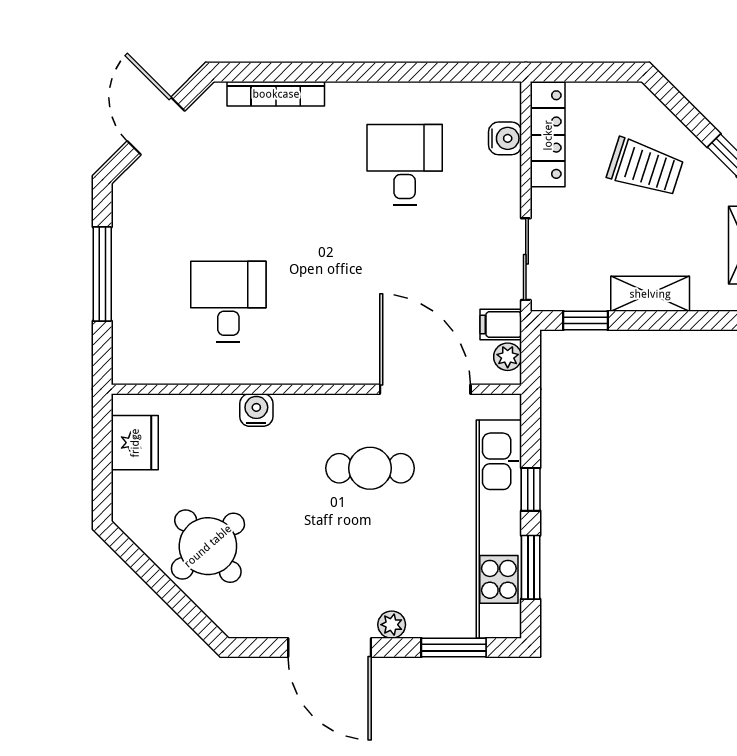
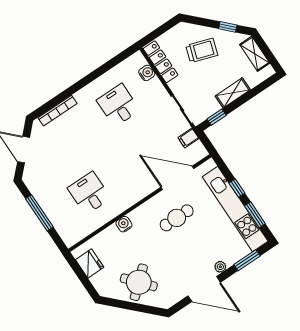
plant: (508, 357) -> (198, 148), removed

